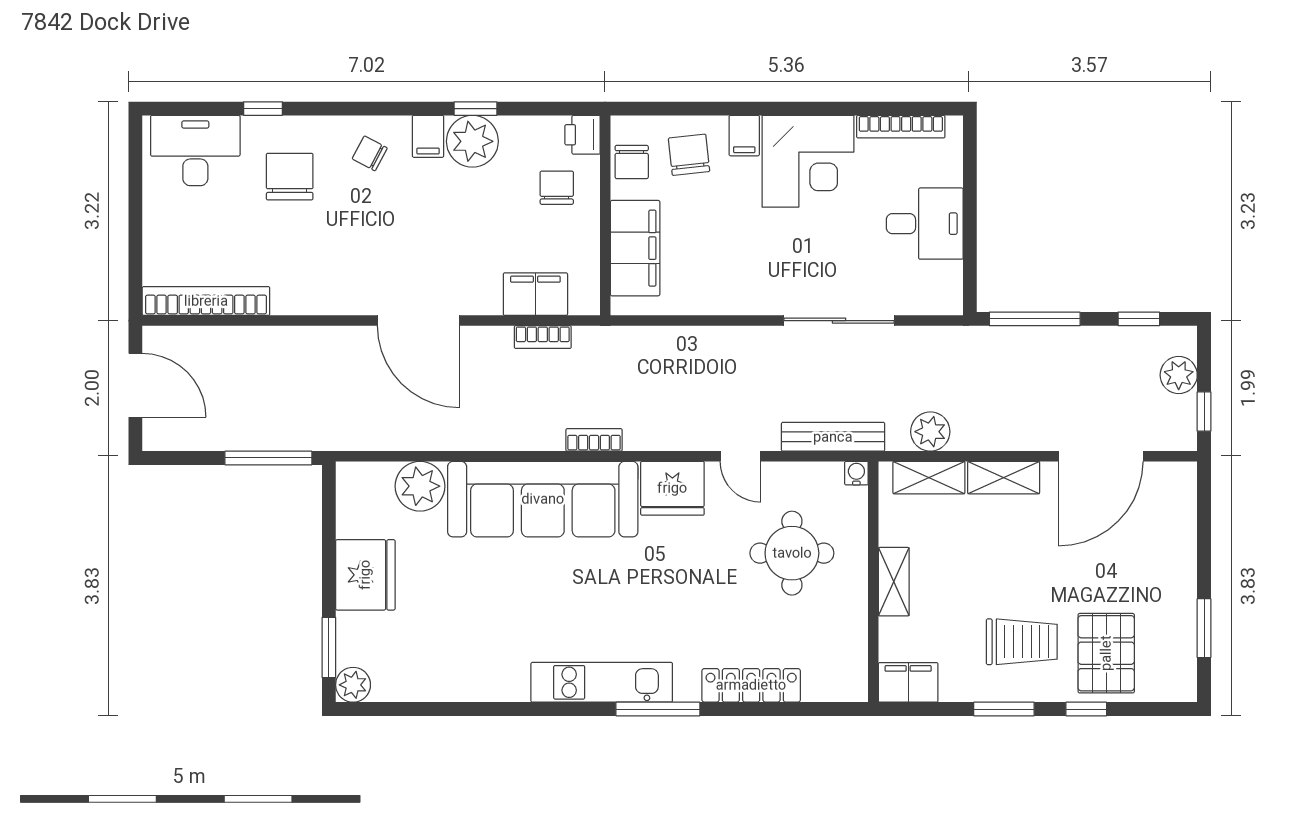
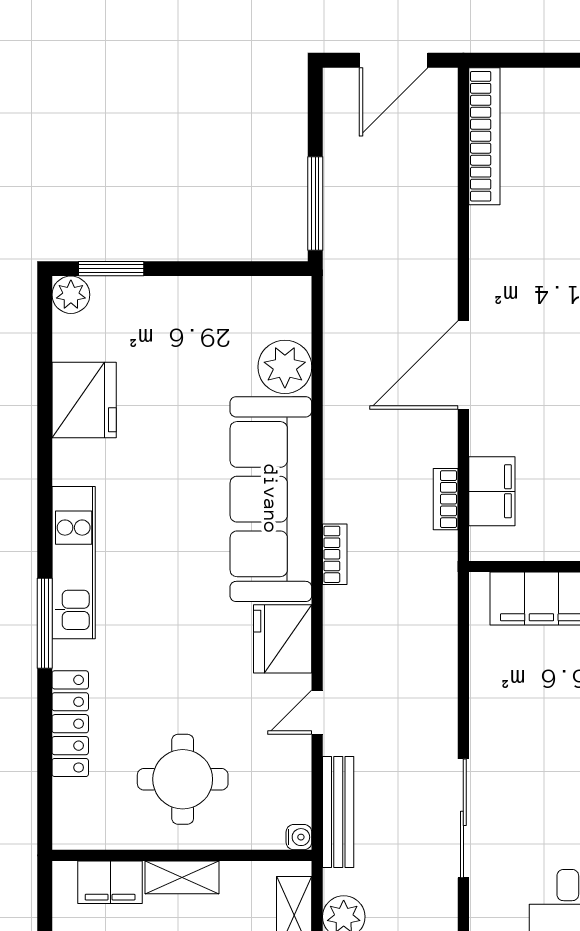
round table: (792, 553) -> (183, 779), moved
fridge: (365, 575) -> (84, 400), moved, turned -90
filing cabinet: (908, 682) -> (110, 882), moved, turned 90

